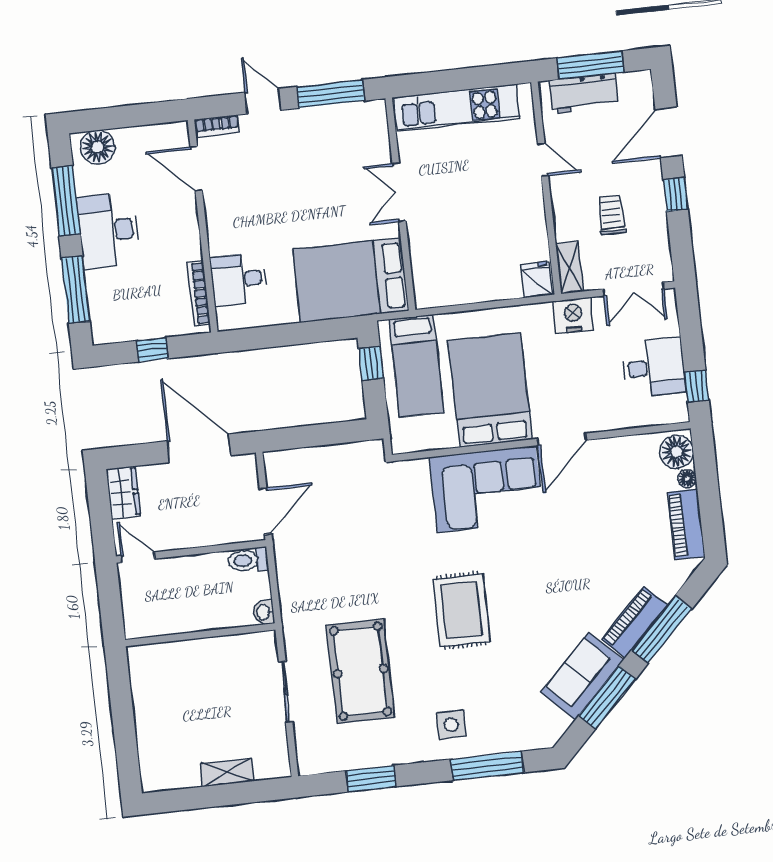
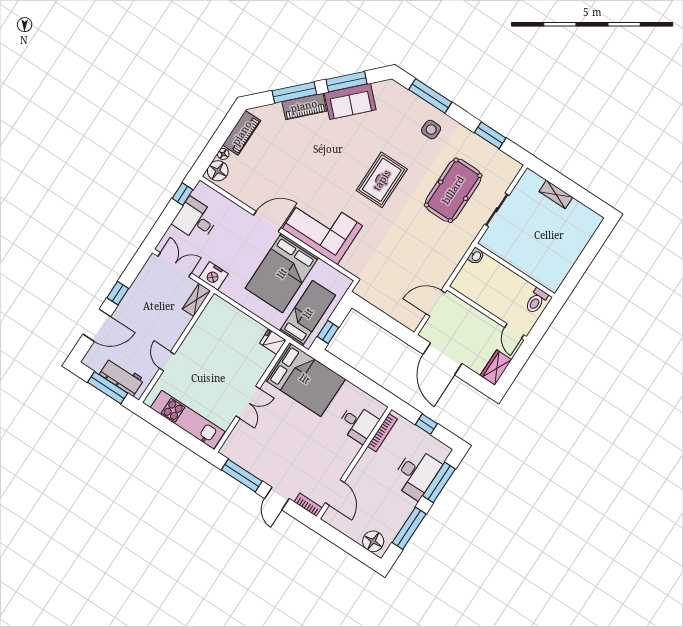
trolley: (611, 215) -> (156, 309), removed
desk: (108, 231) -> (416, 474), moved
fridge: (537, 280) -> (273, 342), moved, turned 90
toilet: (248, 560) -> (536, 301), moved, turned 90

